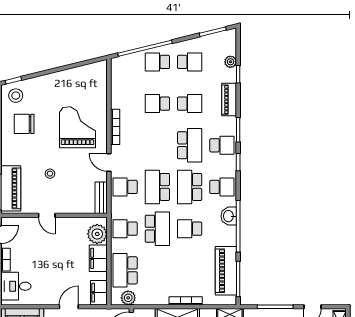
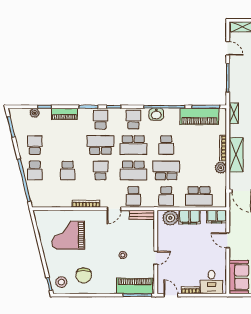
school desk: (190, 104) -> (100, 170), moved
grand piano: (77, 127) -> (68, 235), moved
plant: (128, 298) -> (221, 168), moved

